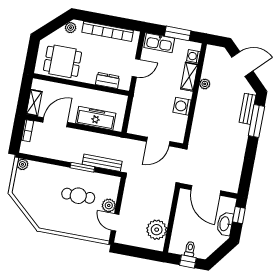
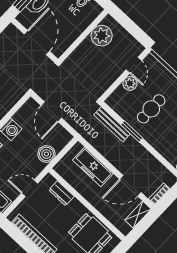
boiler: (140, 105) -> (46, 154), added
door: (158, 142) -> (51, 112), swing flipped
cafe table: (78, 196) -> (151, 109), turned 90

